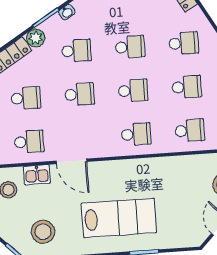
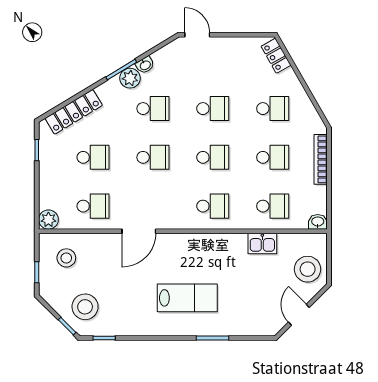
plant: (36, 38) -> (130, 78), moved
door: (72, 161) -> (139, 231), hinge flipped
kitchen sink: (37, 175) -> (262, 243), moved
lab bench: (119, 218) -> (187, 298), width x0.73, depth x0.72
stool: (43, 232) -> (85, 307), moved

